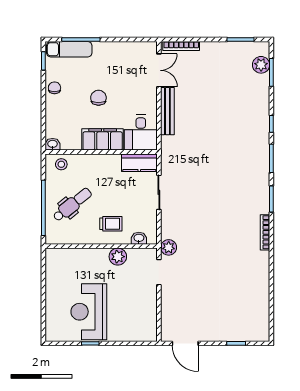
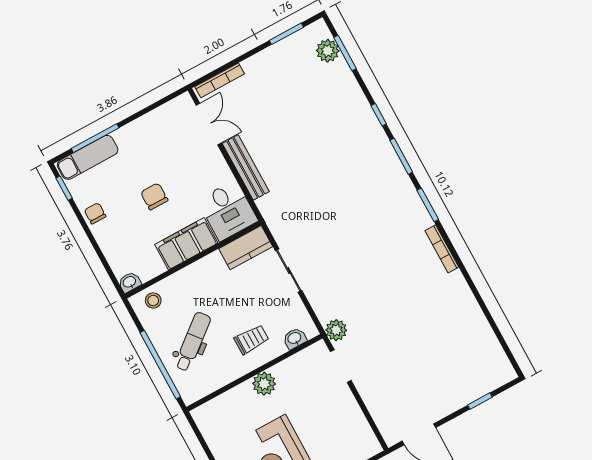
plant: (118, 257) -> (264, 384), moved

